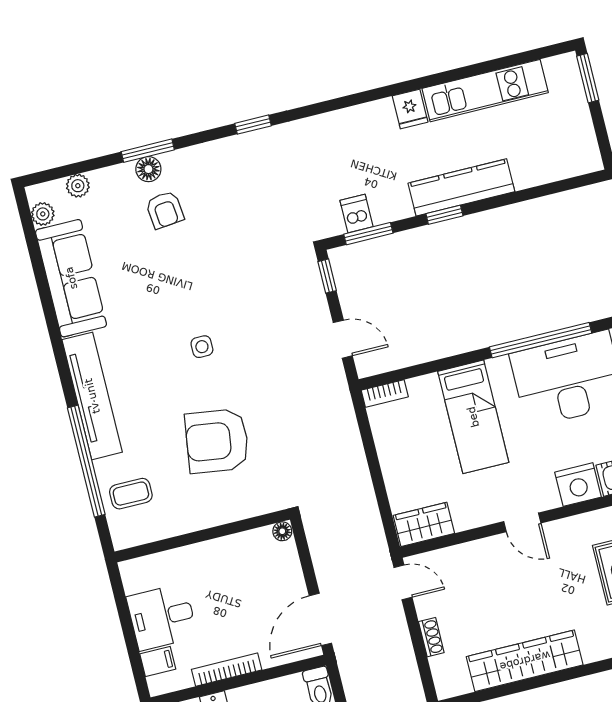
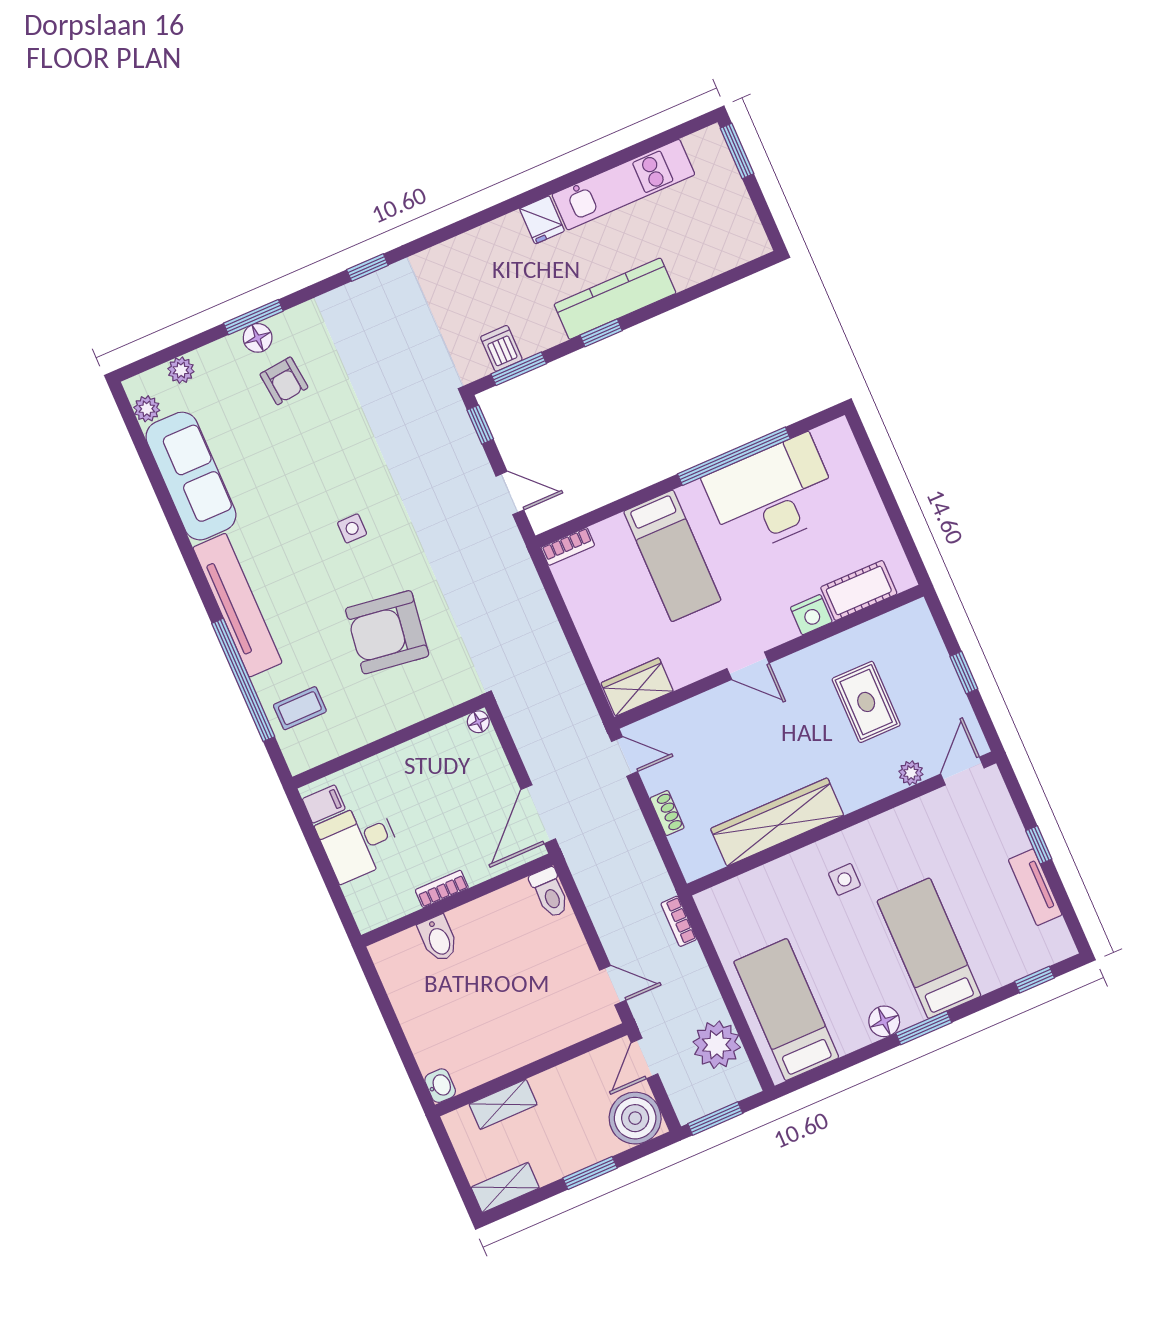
nightstand: (578, 485) -> (811, 615), width x0.74, depth x0.75
filing cabinet: (158, 661) -> (324, 804), moved
bookcase: (227, 670) -> (442, 889), width x0.64

